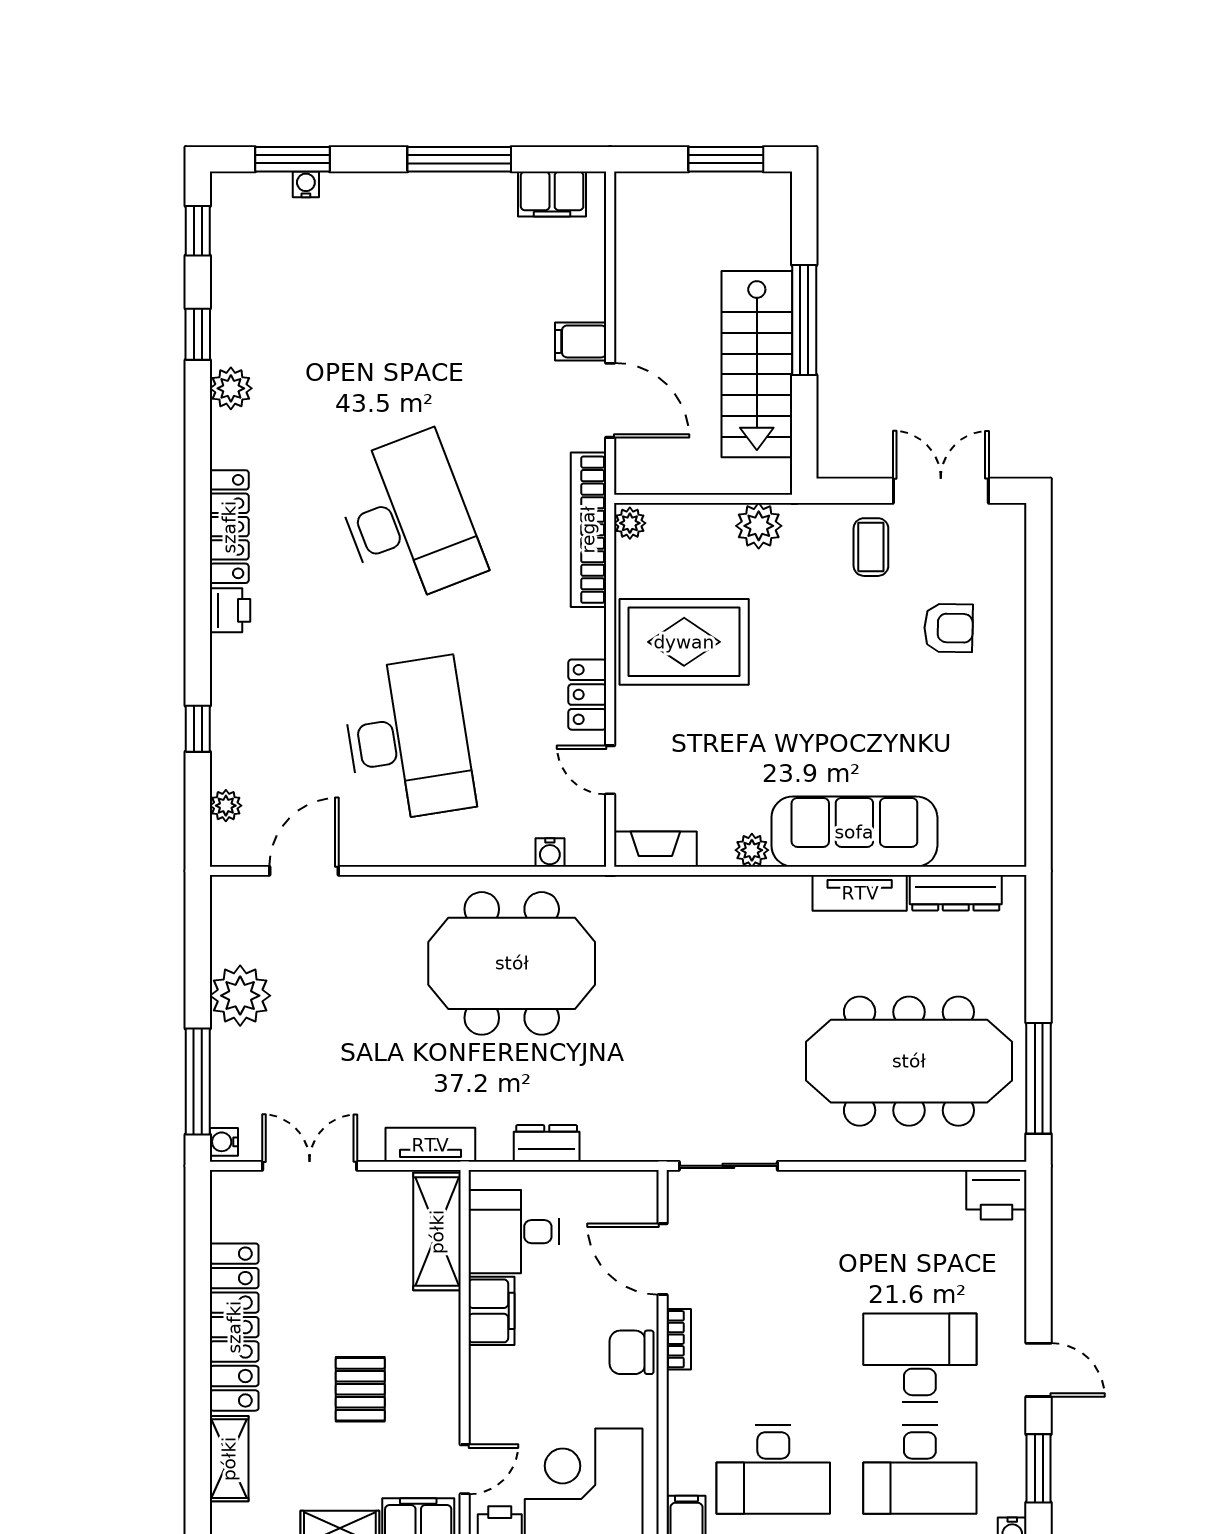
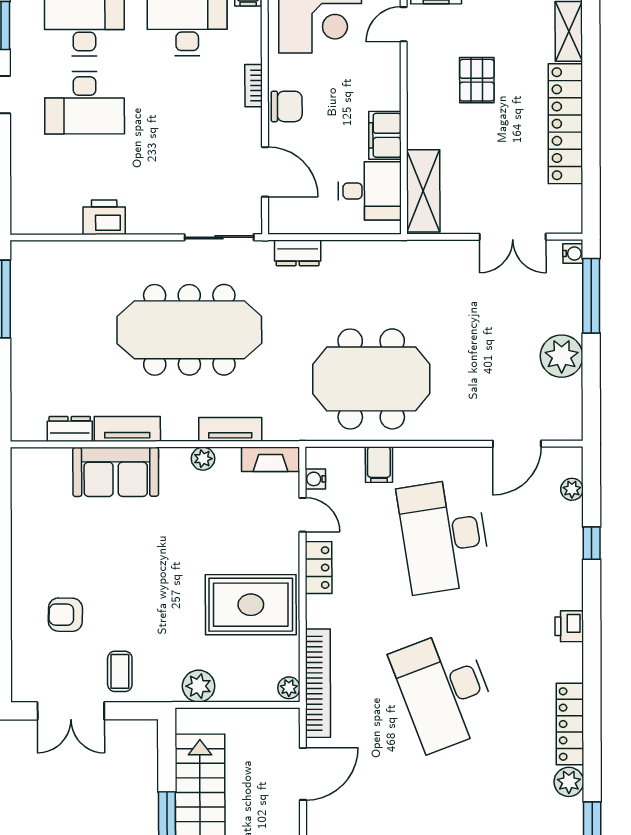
filing cabinet: (581, 341) -> (379, 465), moved, turned 90
door: (610, 400) -> (303, 774), swing flipped
locker: (229, 527) -> (570, 724), moved
sofa: (854, 832) -> (116, 472), width x0.73
water cooler: (550, 852) -> (315, 479), moved, turned -90
dresser: (956, 893) -> (70, 429), width x0.70
meeting table: (909, 1061) -> (189, 330), moved
dresser: (547, 1143) -> (298, 253), moved
tv unit: (430, 1145) -> (230, 429), moved, turned 180
printer: (996, 1195) -> (104, 217), moved
bookcase: (679, 1339) -> (253, 86), moved

